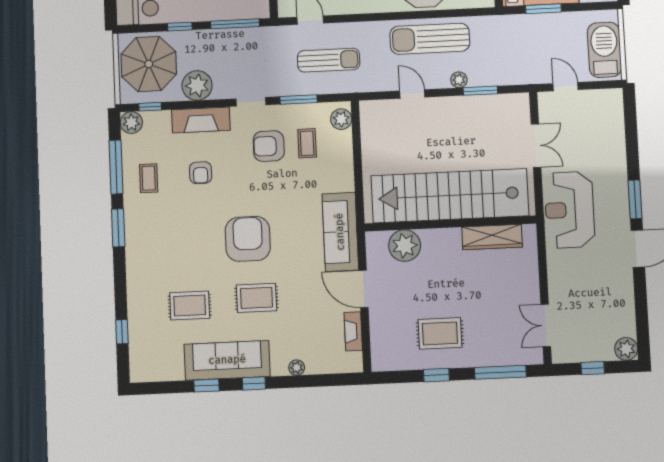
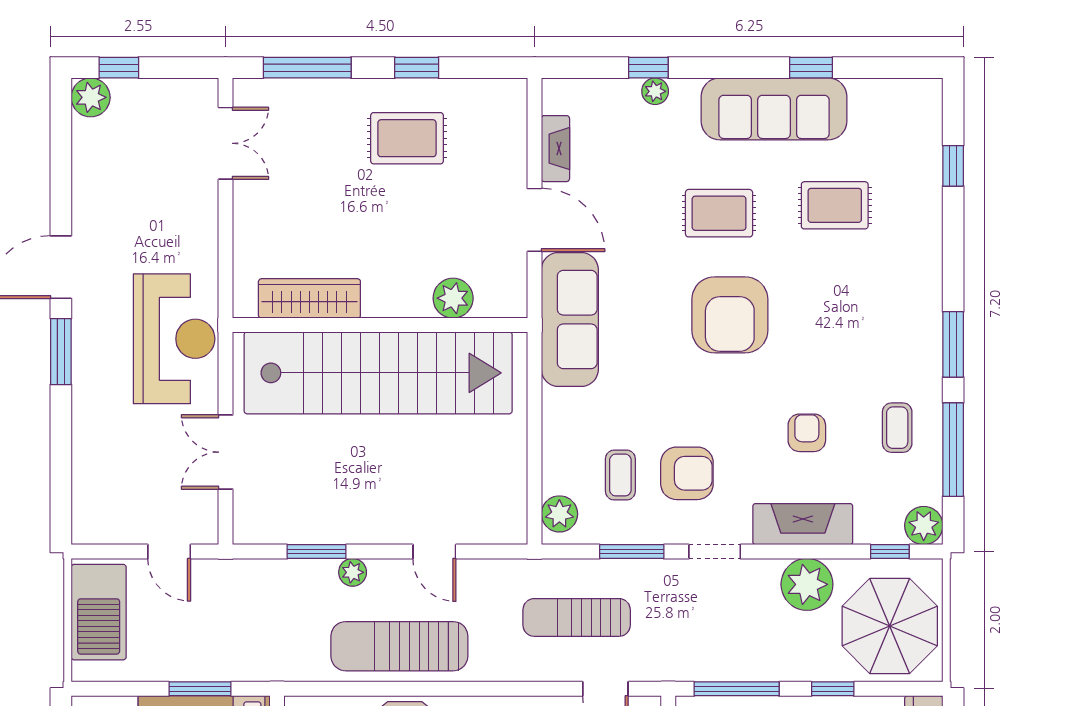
sun lounger: (430, 39) -> (399, 646), turned 180
plant: (405, 246) -> (453, 298), width x0.73, depth x0.73
window: (593, 368) -> (119, 68), moved
window: (254, 383) -> (648, 68), moved

